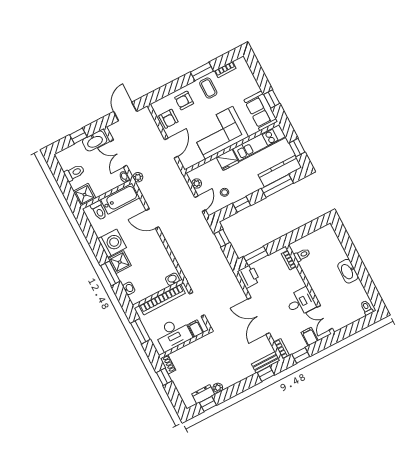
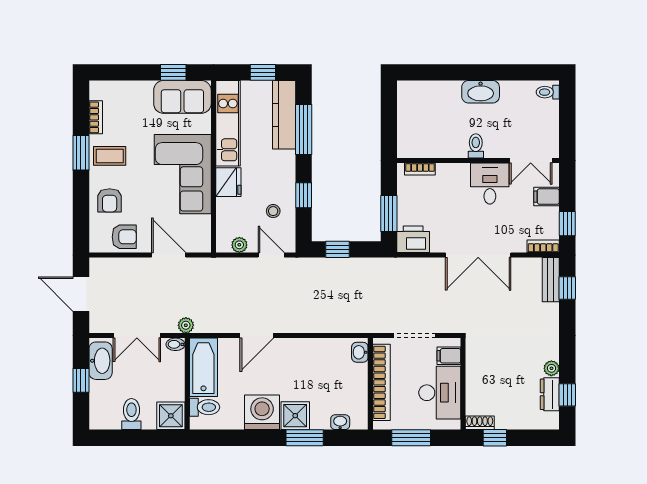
toilet: (302, 255) -> (476, 146), moved

